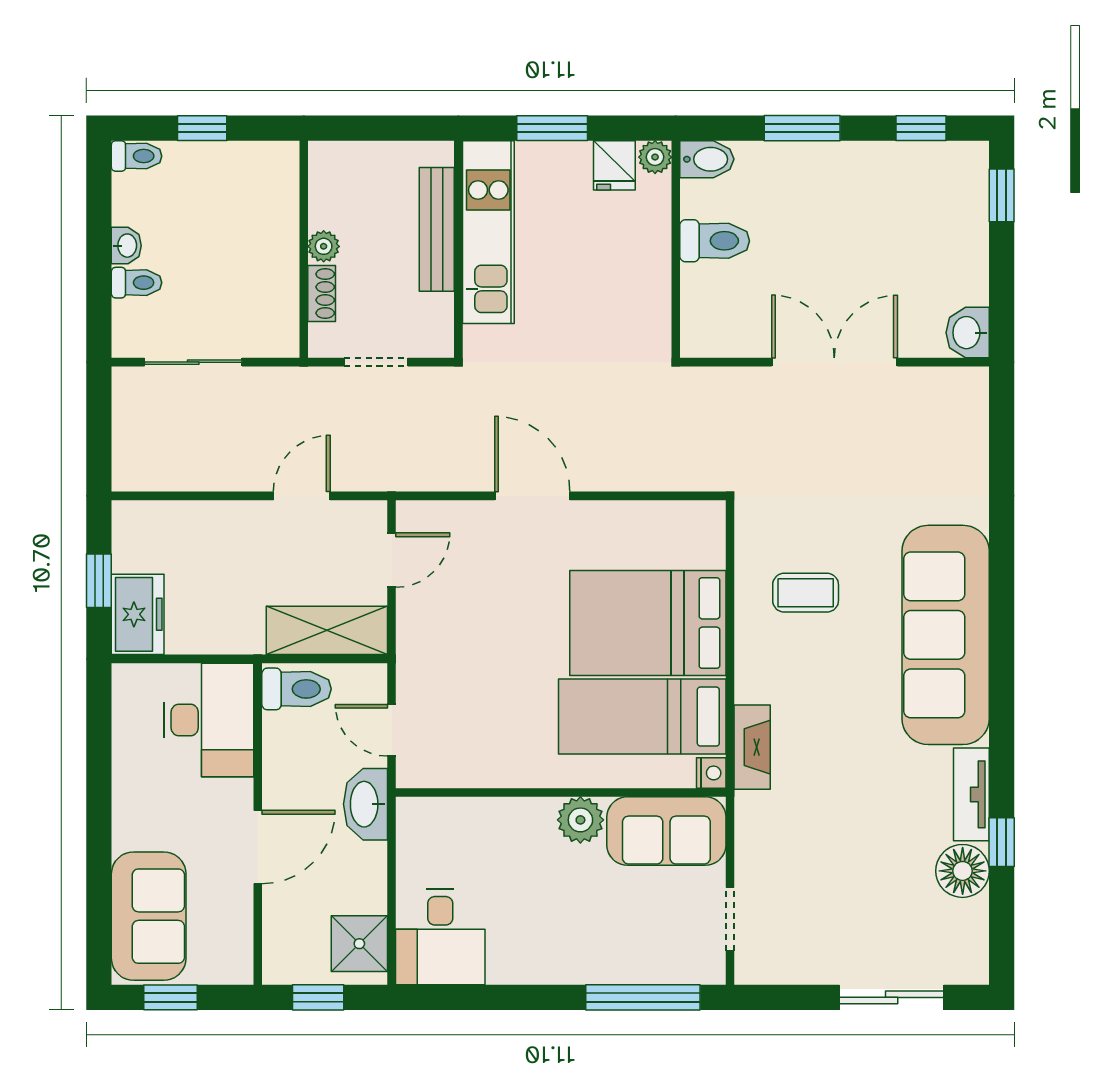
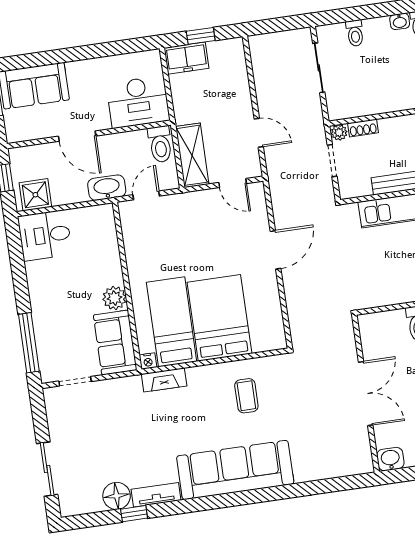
washbasin: (126, 246) -> (400, 21), moved
plant: (324, 246) -> (339, 132), moved

